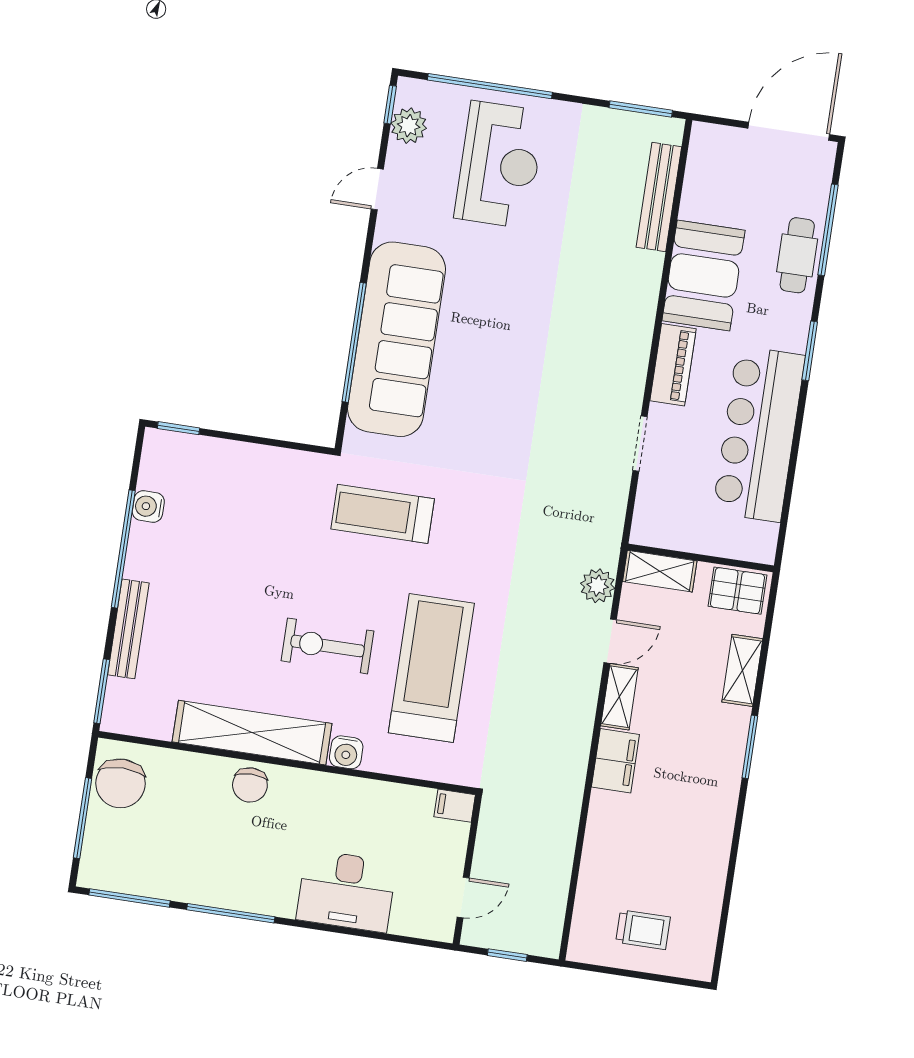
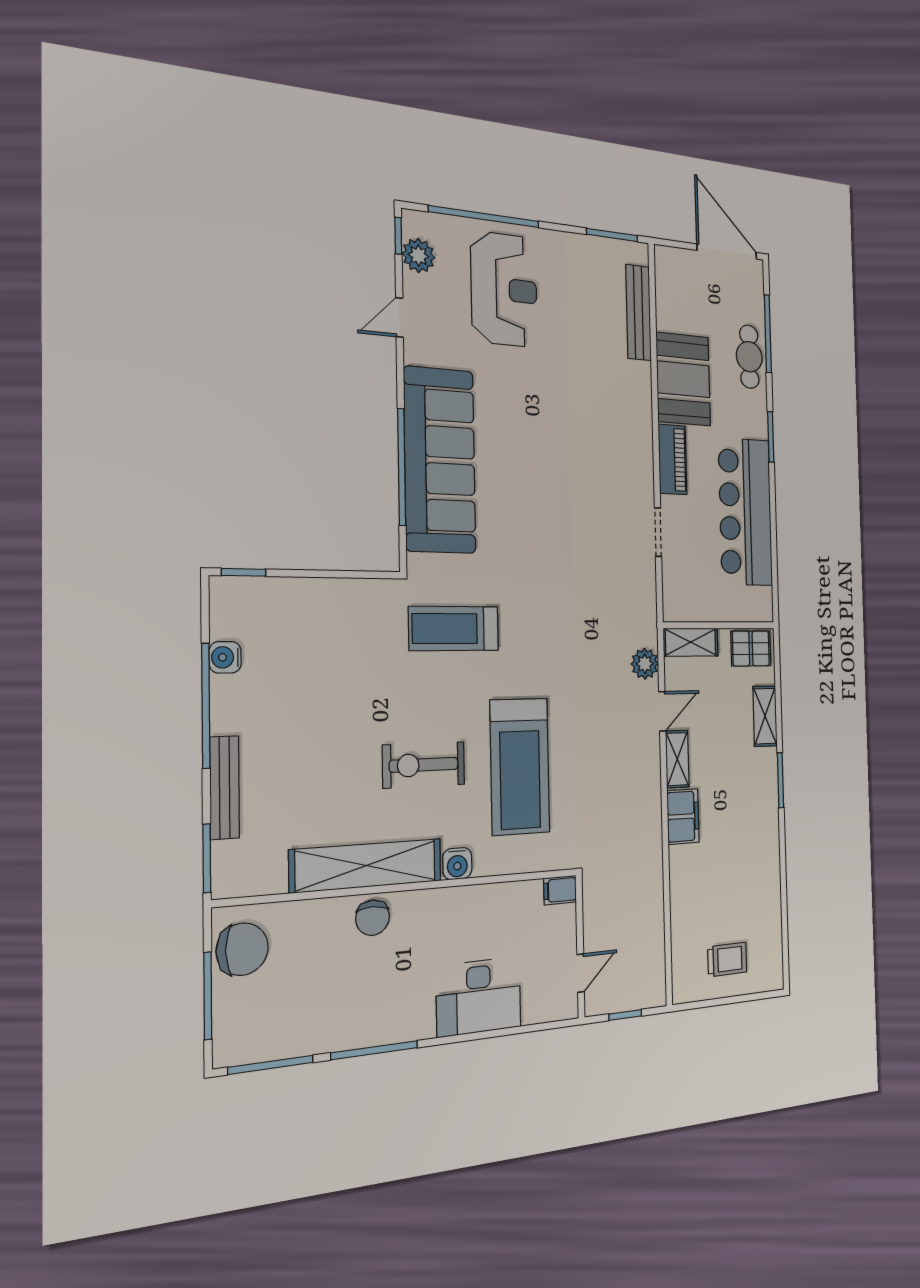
door: (789, 131) -> (727, 251), hinge flipped
treadmill: (431, 668) -> (520, 766), turned 180
chair: (121, 783) -> (242, 949), turned -90

